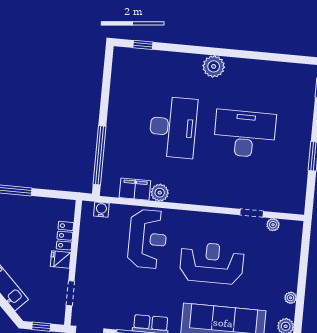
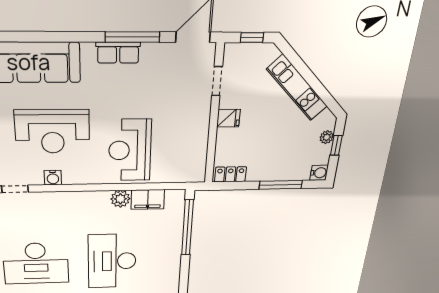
water cooler: (101, 210) -> (53, 178), moved
locker: (65, 236) -> (230, 174), moved, turned -90

